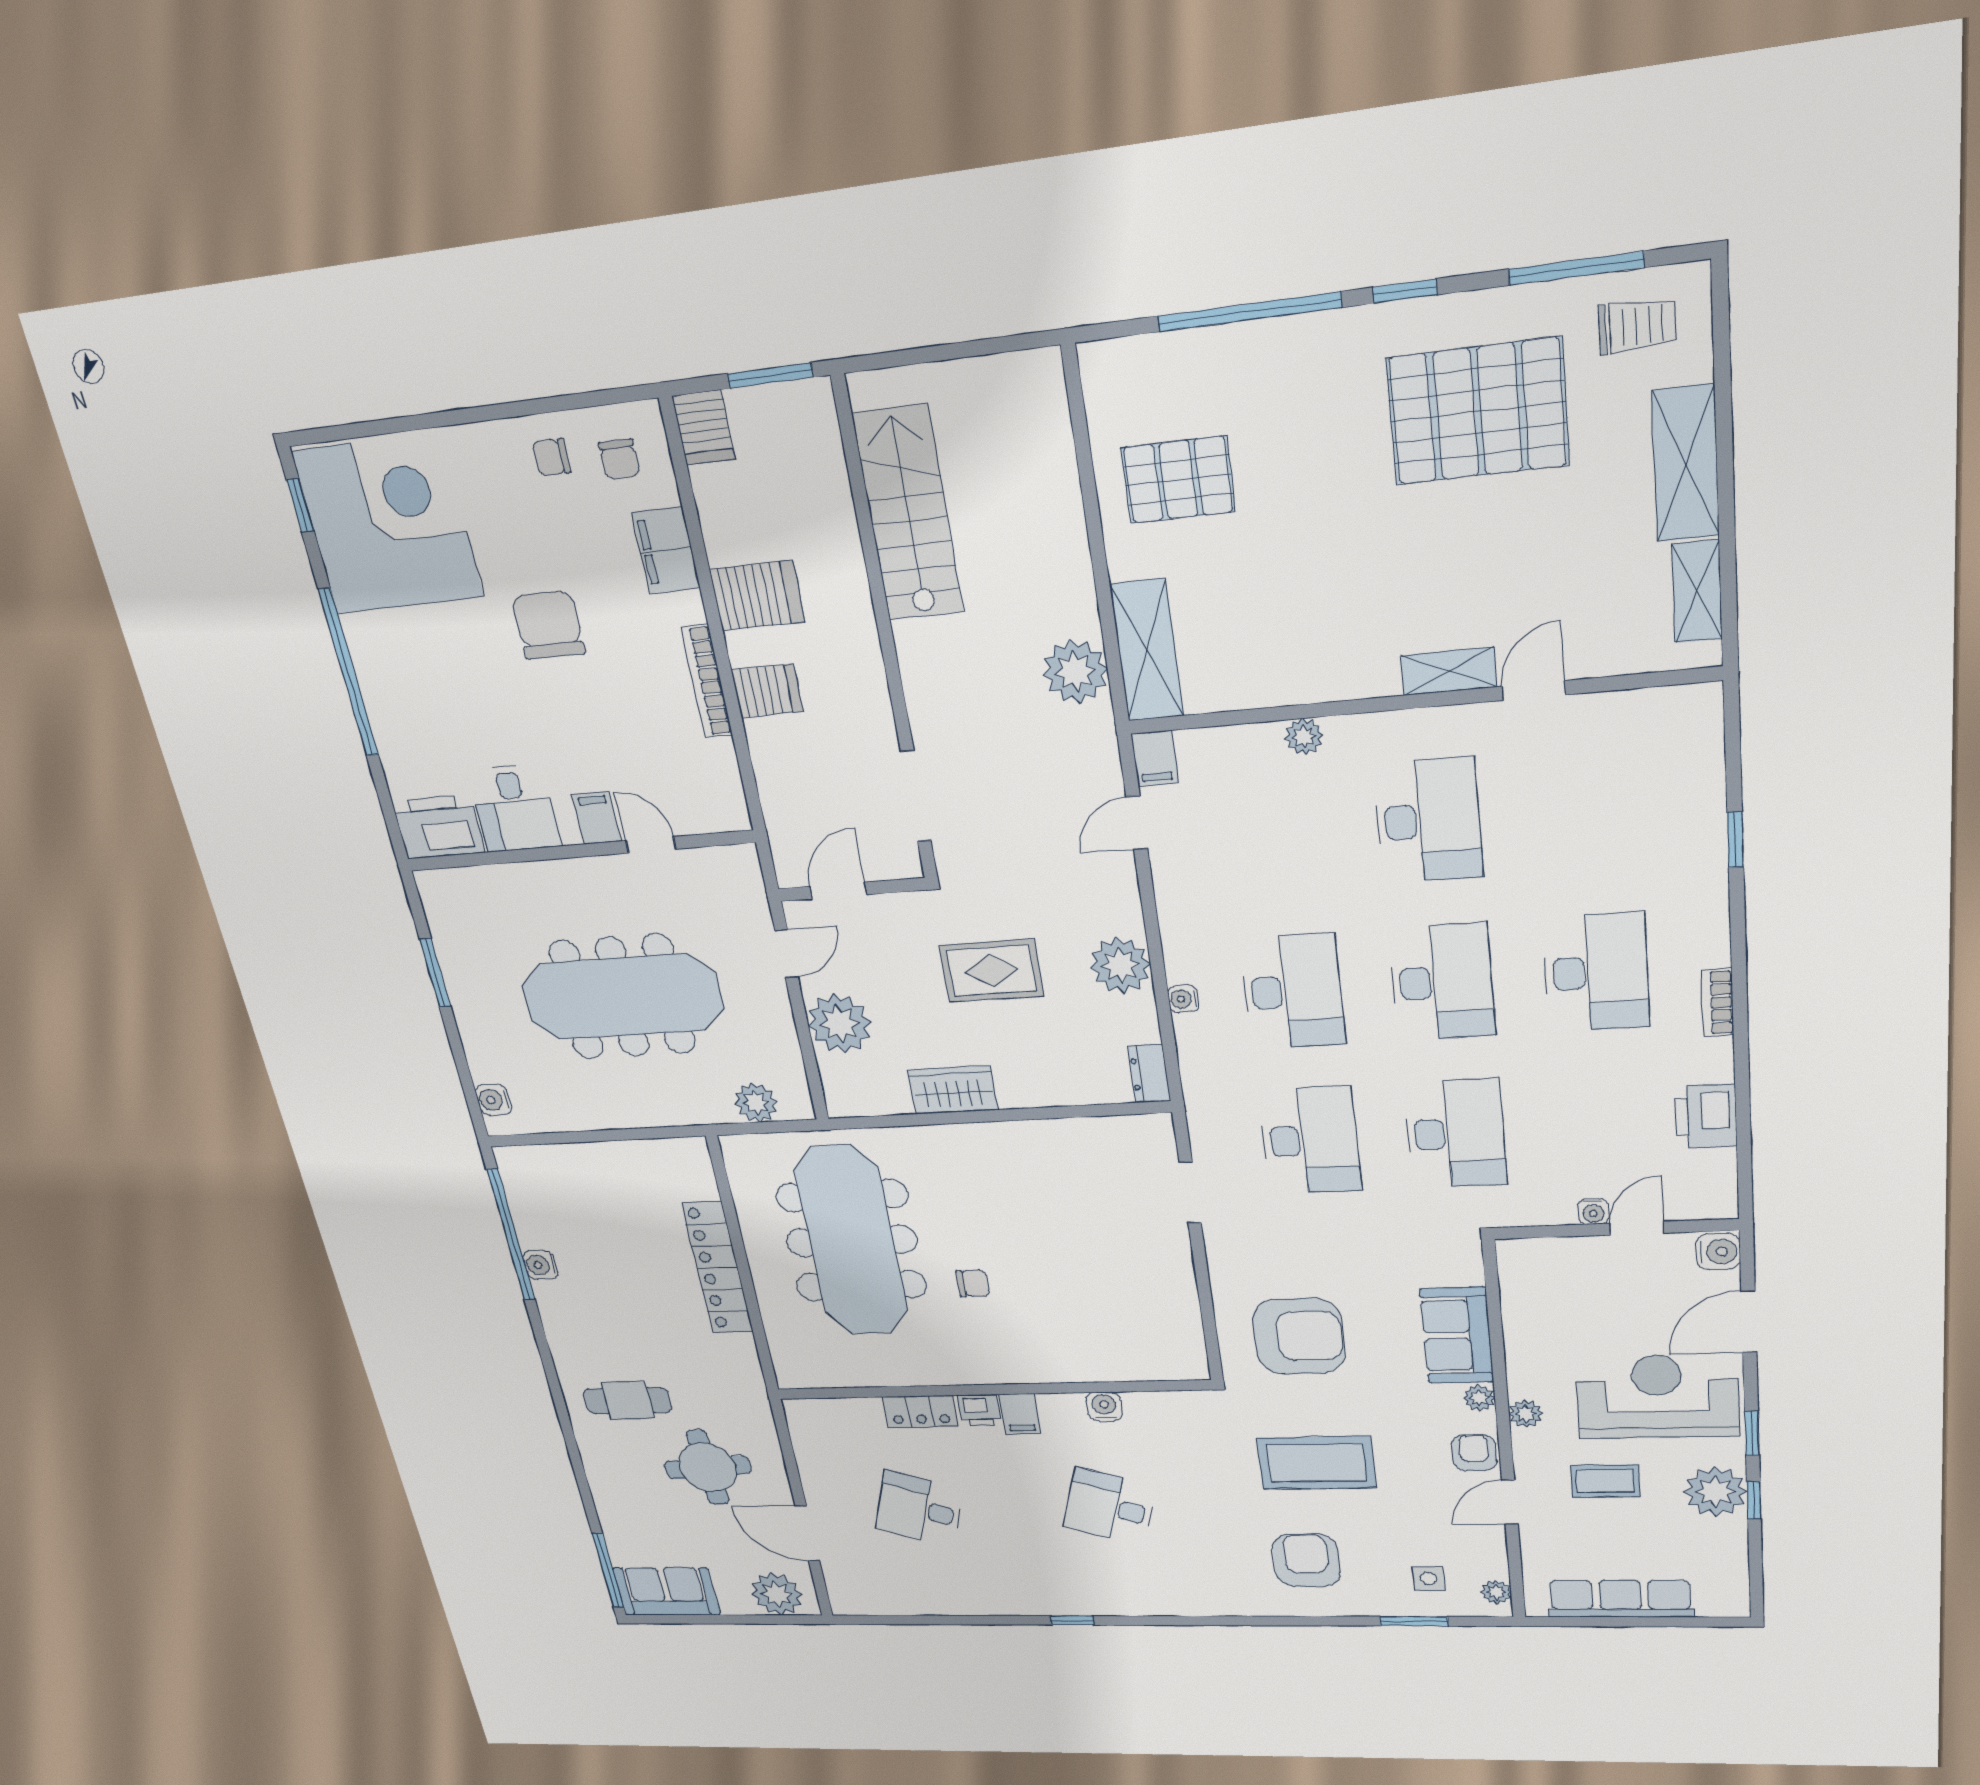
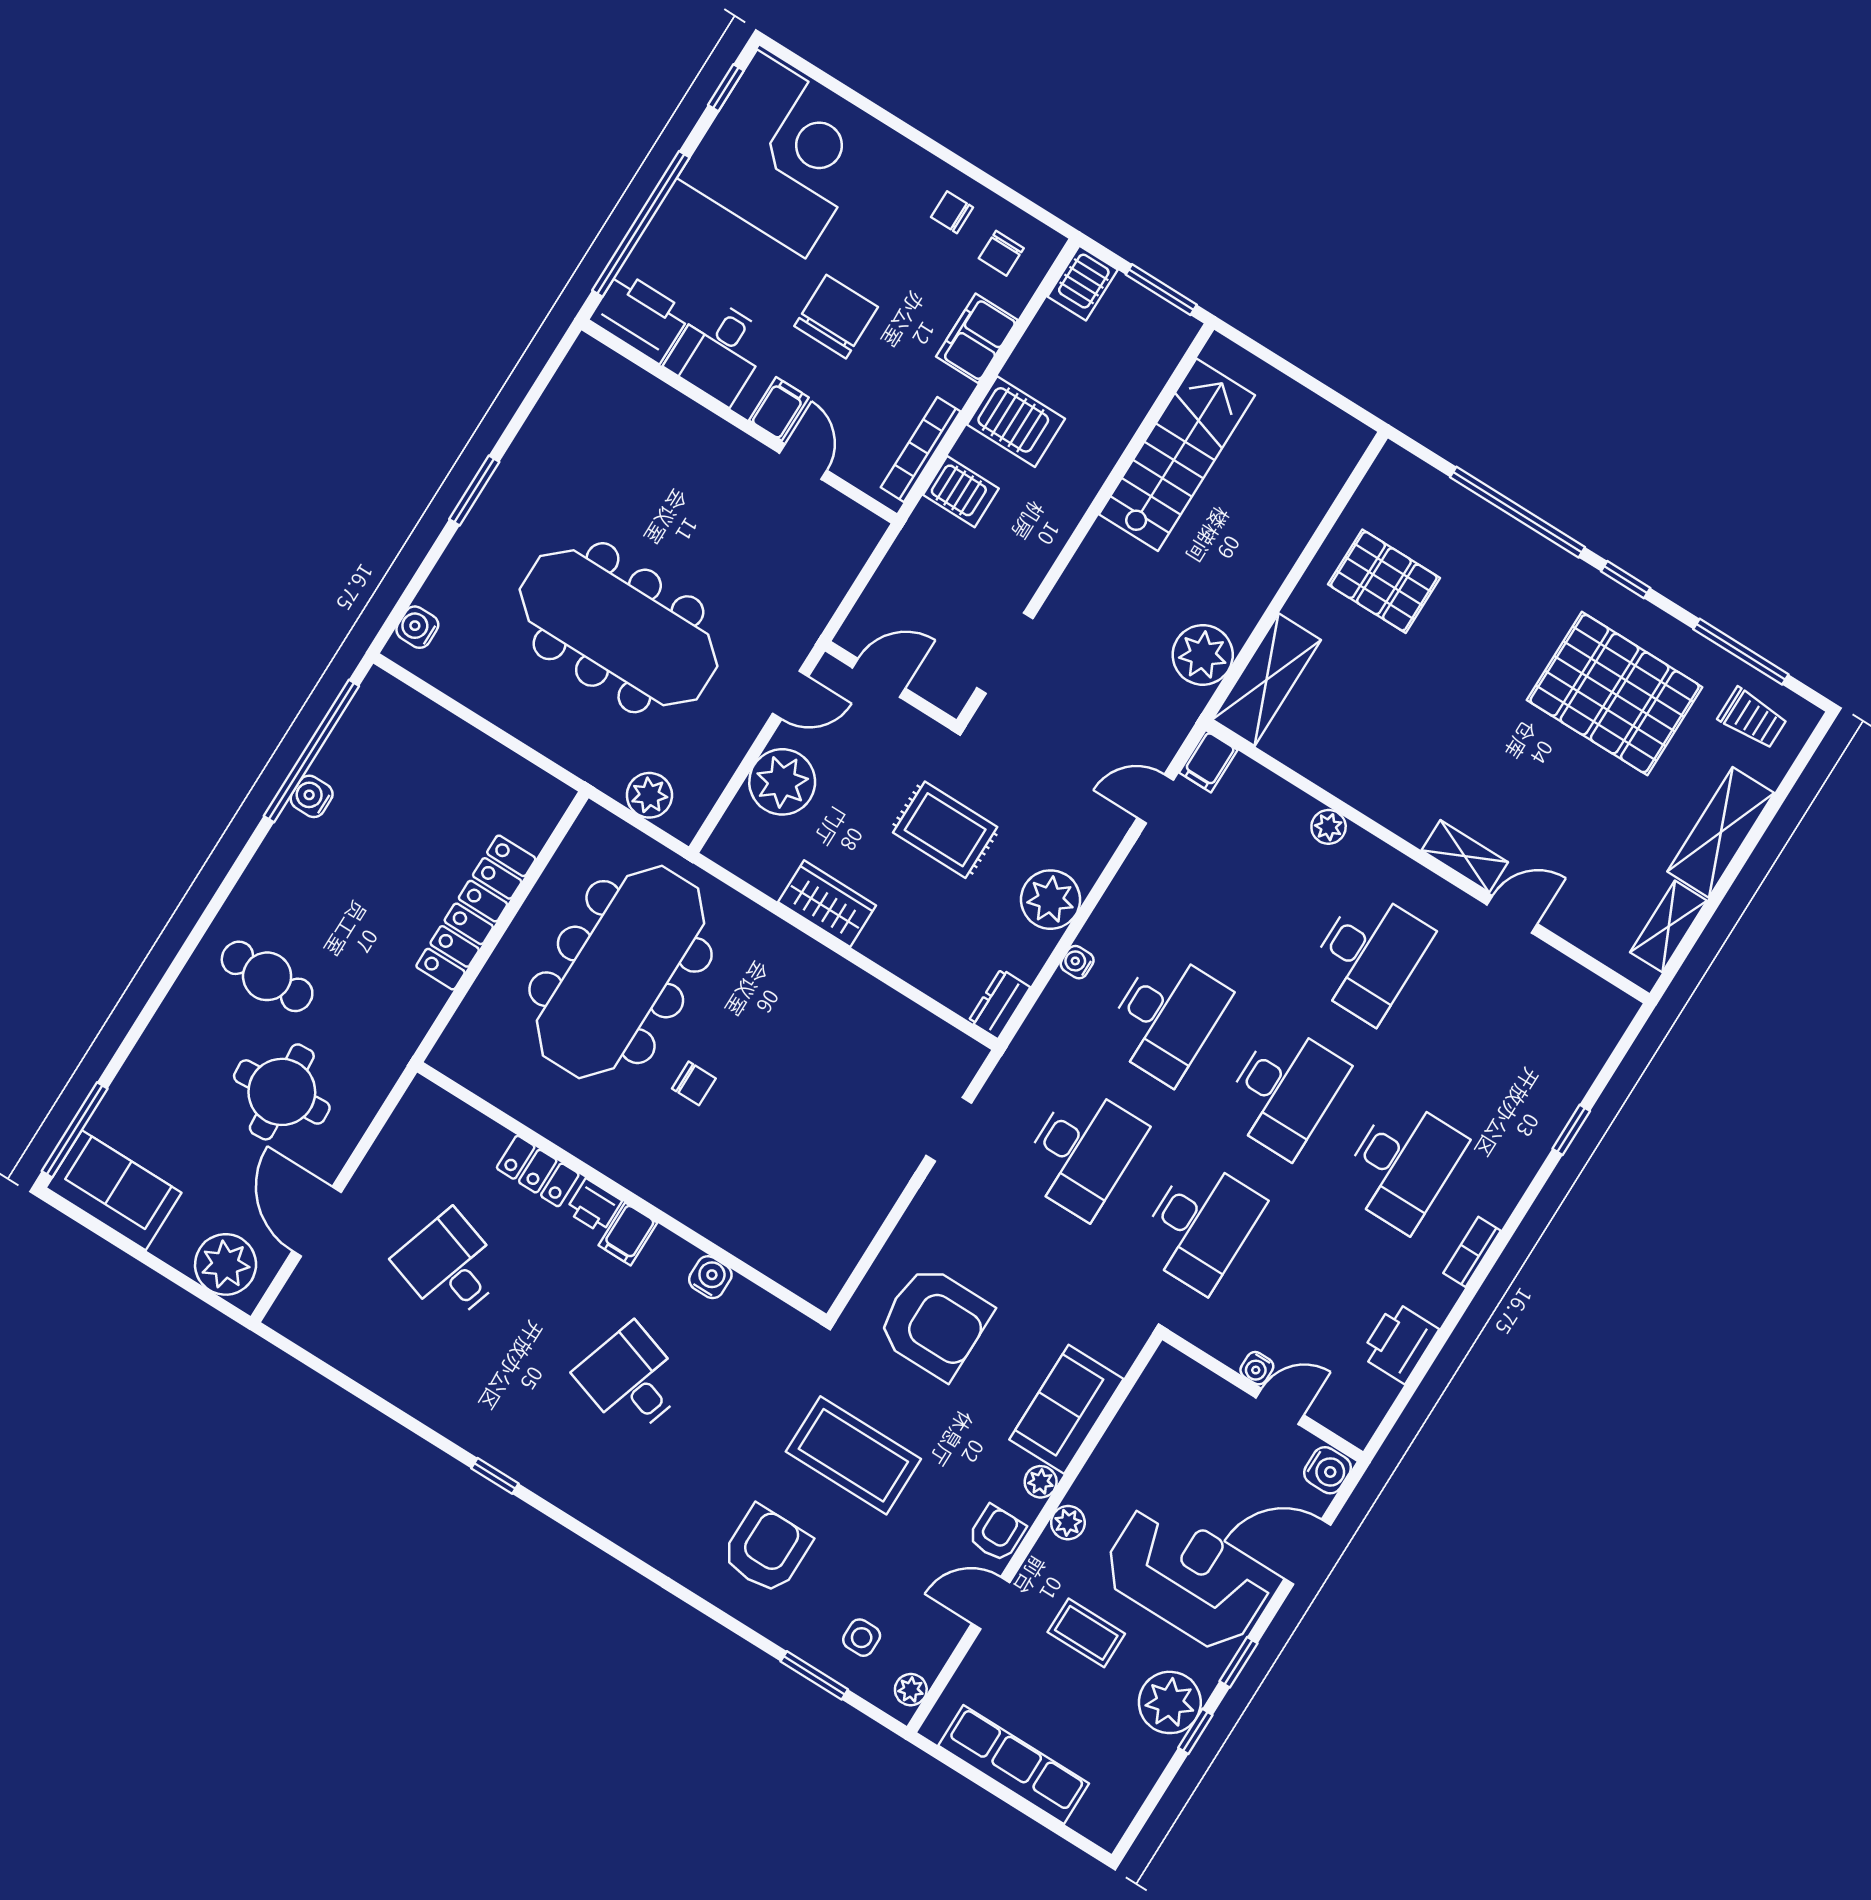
desk: (515, 808) -> (718, 351), moved
filing cabinet: (597, 818) -> (779, 409), moved
printer: (439, 827) -> (640, 317), moved
door: (651, 845) -> (803, 462), moved
wall: (579, 851) -> (739, 422), moved

